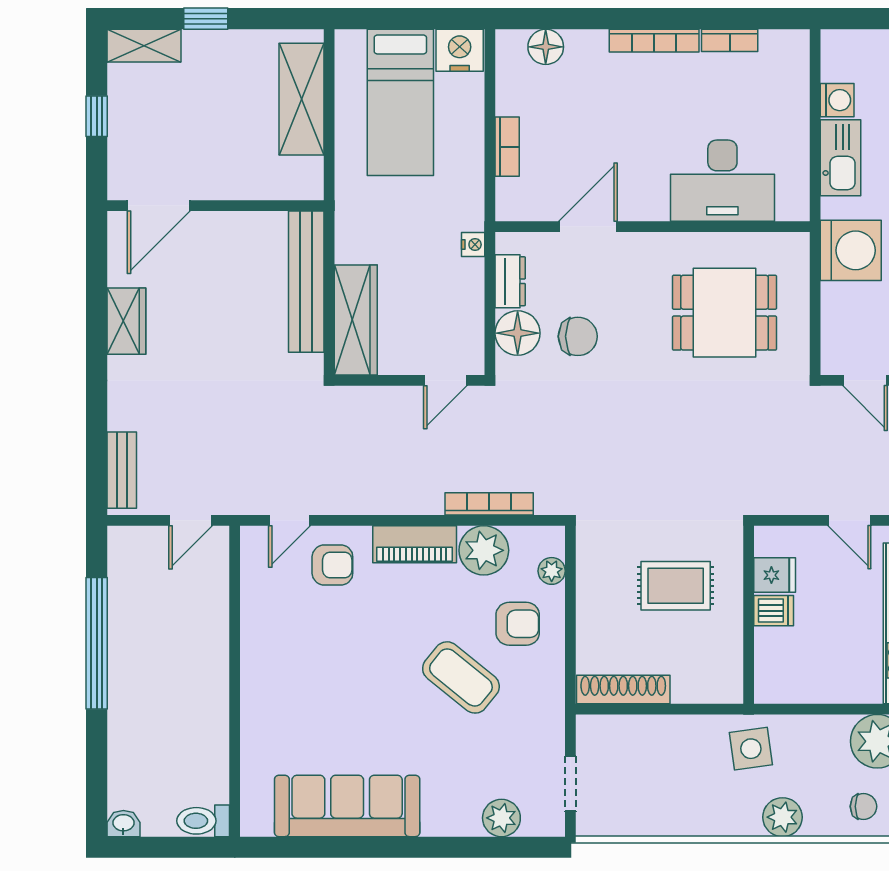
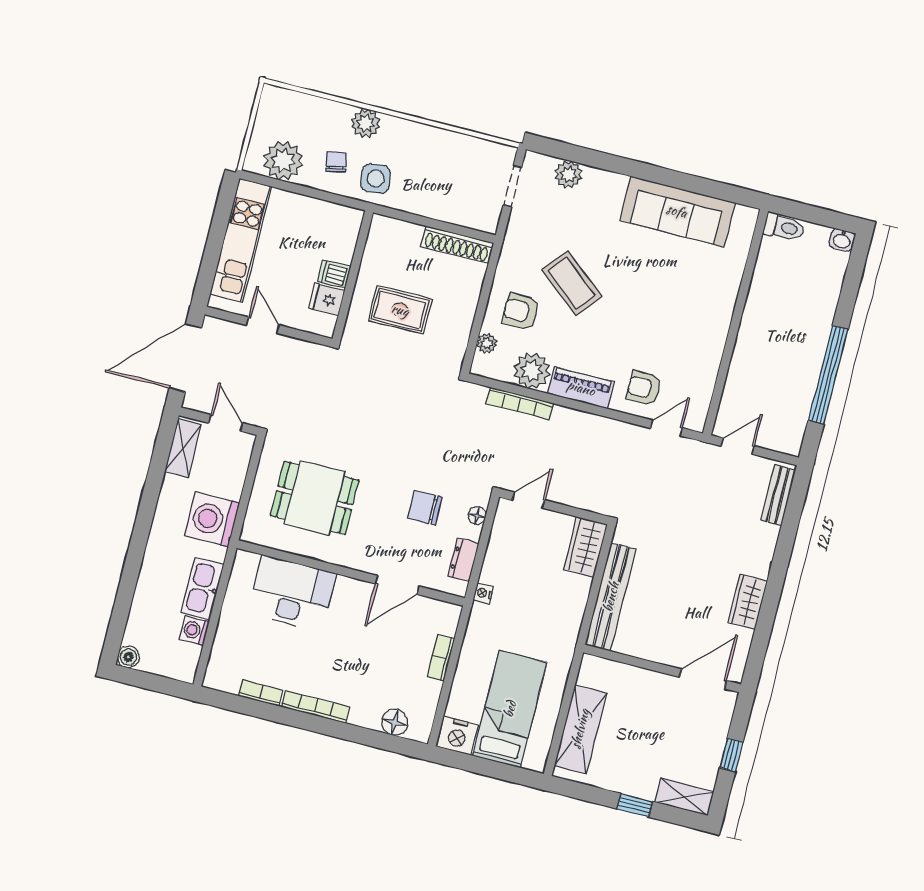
wardrobe: (356, 320) -> (585, 547), width x0.67
floor lamp: (518, 333) -> (477, 516), width x0.53, depth x0.53
chair: (863, 806) -> (336, 162), moved, turned 78

